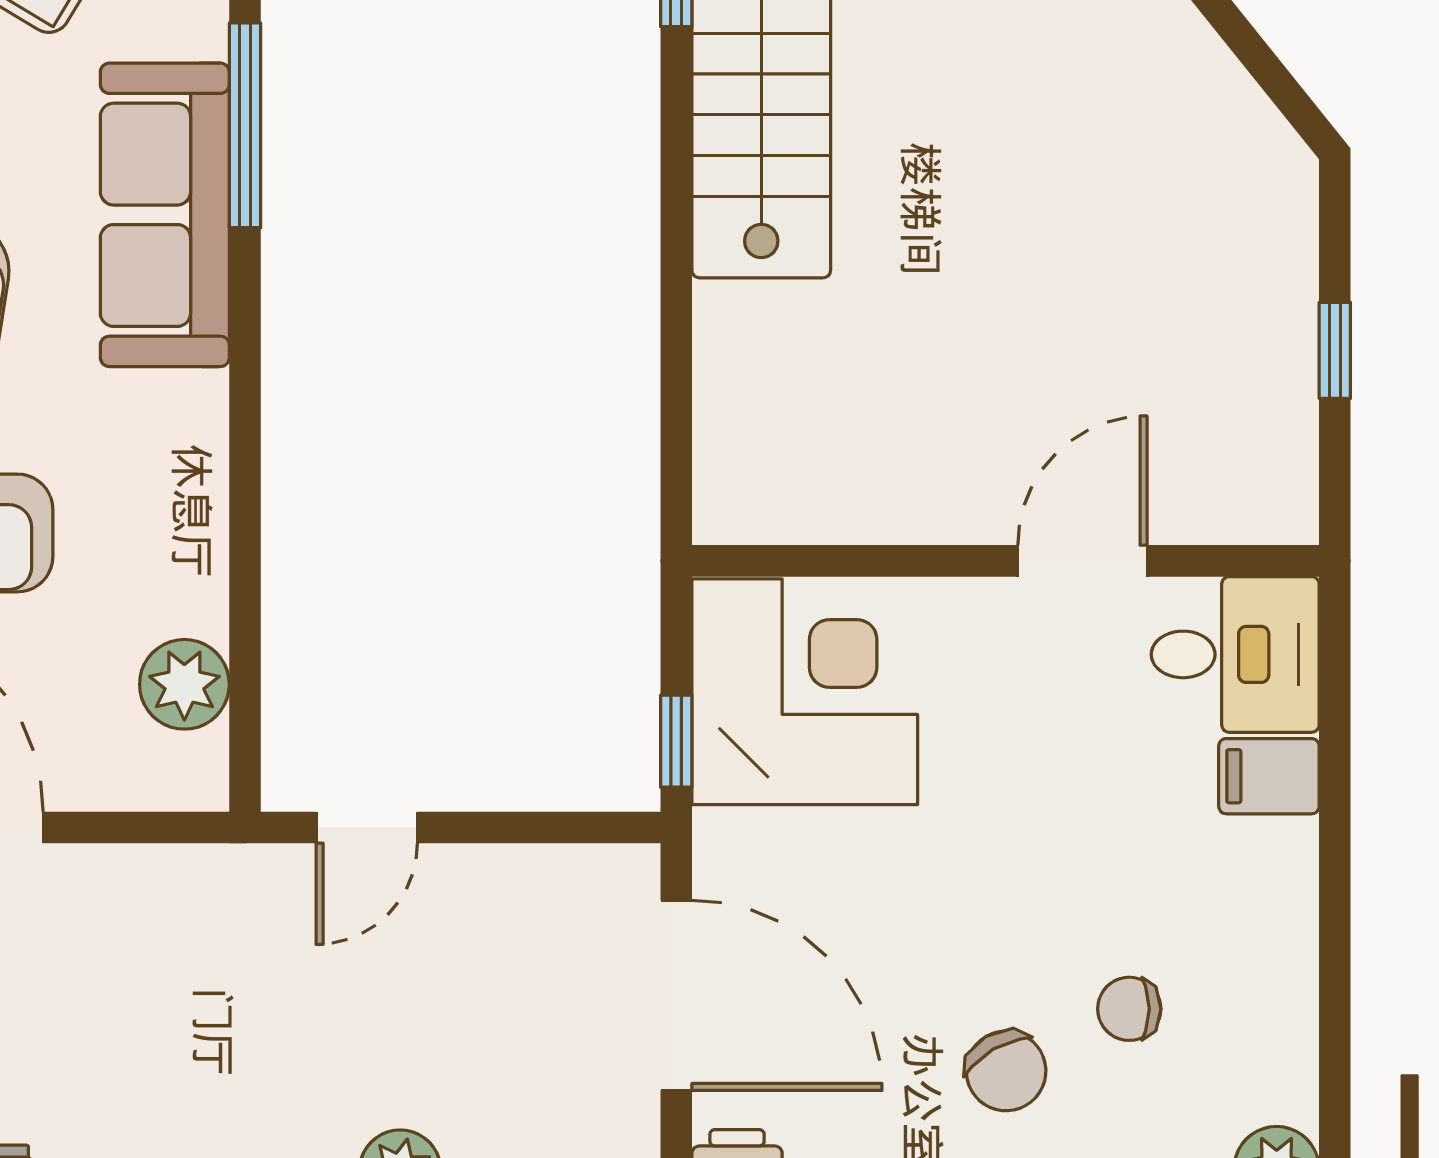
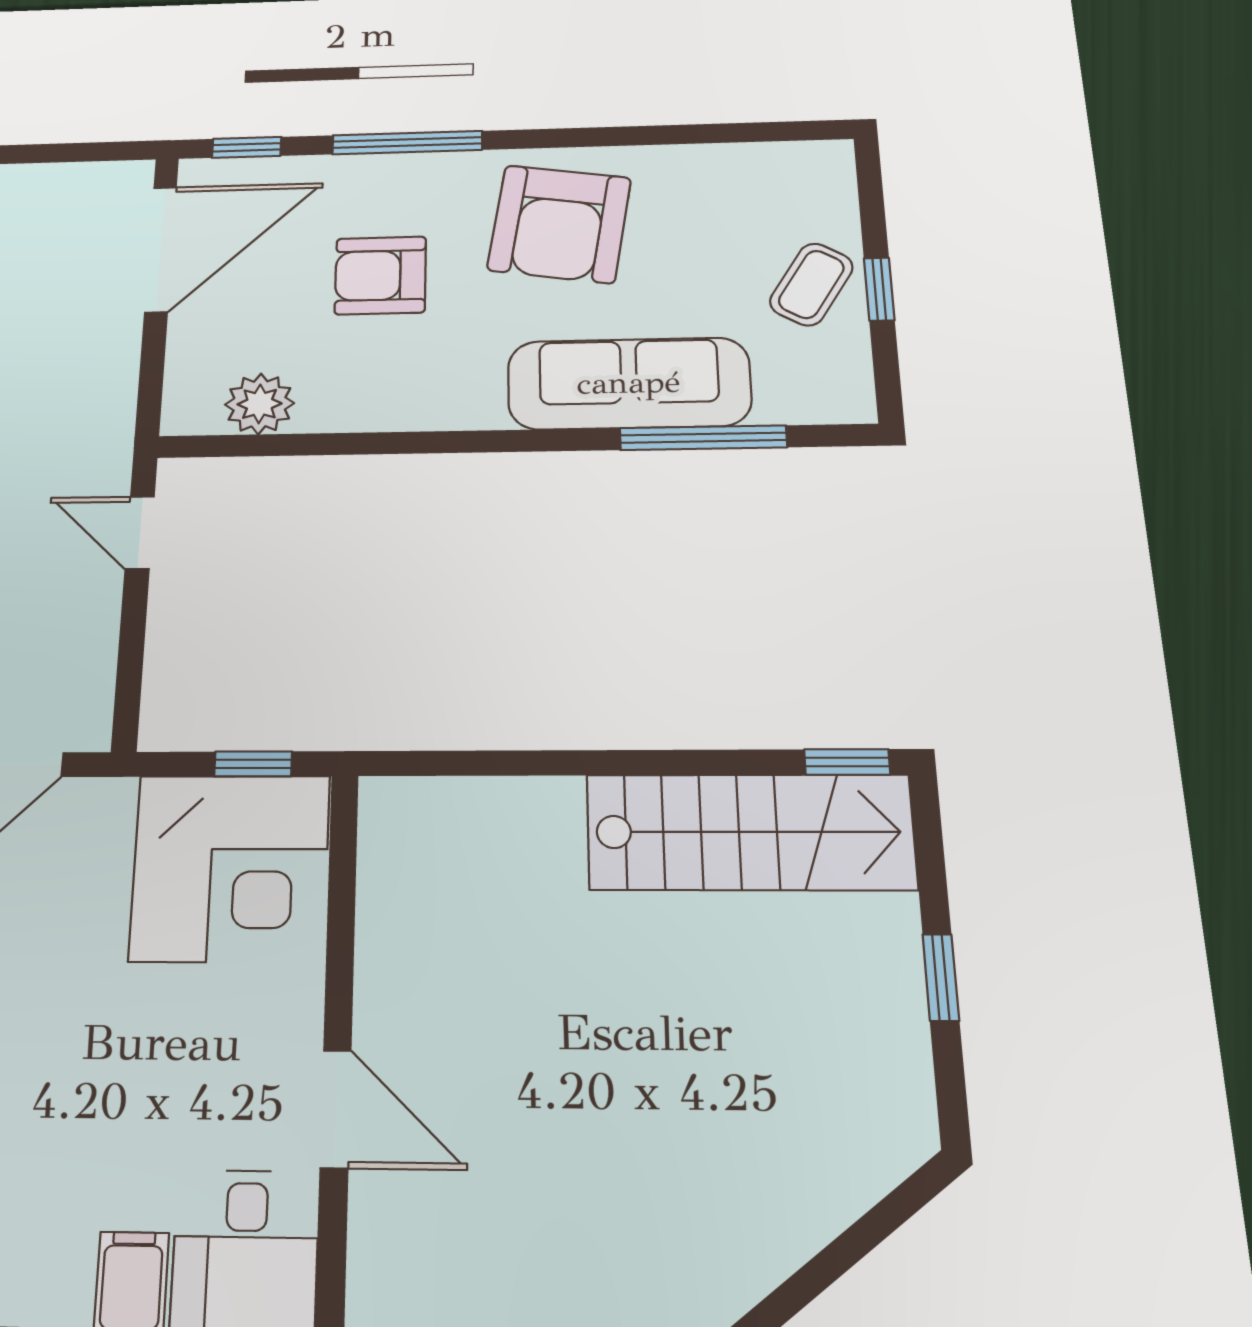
window: (676, 741) -> (253, 764), moved

